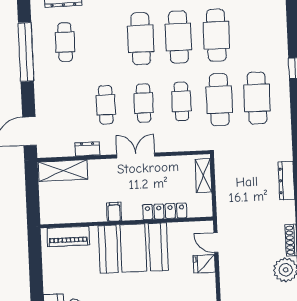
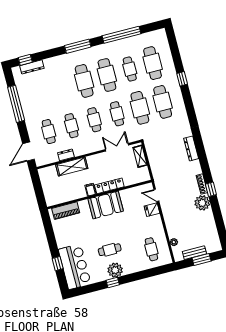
cafe table: (254, 34) -> (153, 63), added
cafe table: (216, 35) -> (130, 69), width x0.73, depth x0.74
cafe table: (65, 42) -> (49, 132), moved
double door: (136, 156) -> (117, 147), moved
shelving: (63, 171) -> (72, 167), moved
locker: (165, 211) -> (109, 186), moved
booth: (133, 248) -> (106, 205), width x0.73, depth x0.70

